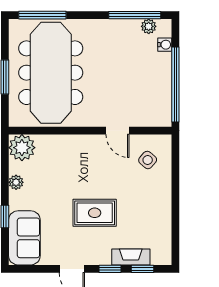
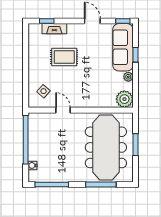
window: (42, 15) -> (101, 184), moved
plant: (149, 26) -> (43, 177), removed
rug: (95, 213) -> (64, 57), moved
sofa: (24, 238) -> (123, 47), width x1.36
window: (110, 269) -> (123, 21), moved

